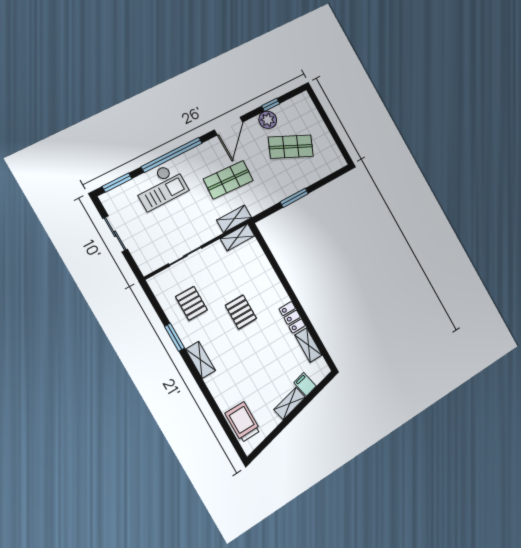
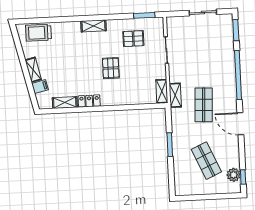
window: (271, 105) -> (243, 177), moved
plant: (268, 120) -> (234, 175), moved
shop shelf: (291, 147) -> (206, 161), turned -48
checkout: (160, 187) -> (220, 57), removed
pallet: (241, 312) -> (111, 68), turned 90
window: (174, 337) -> (144, 15), moved
trolley: (243, 422) -> (38, 33), turned 180

